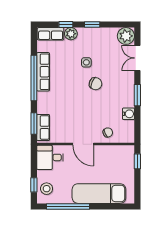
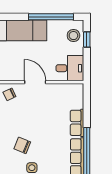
window: (34, 123) -> (87, 104), removed
row of seats: (43, 127) -> (77, 123), moved

